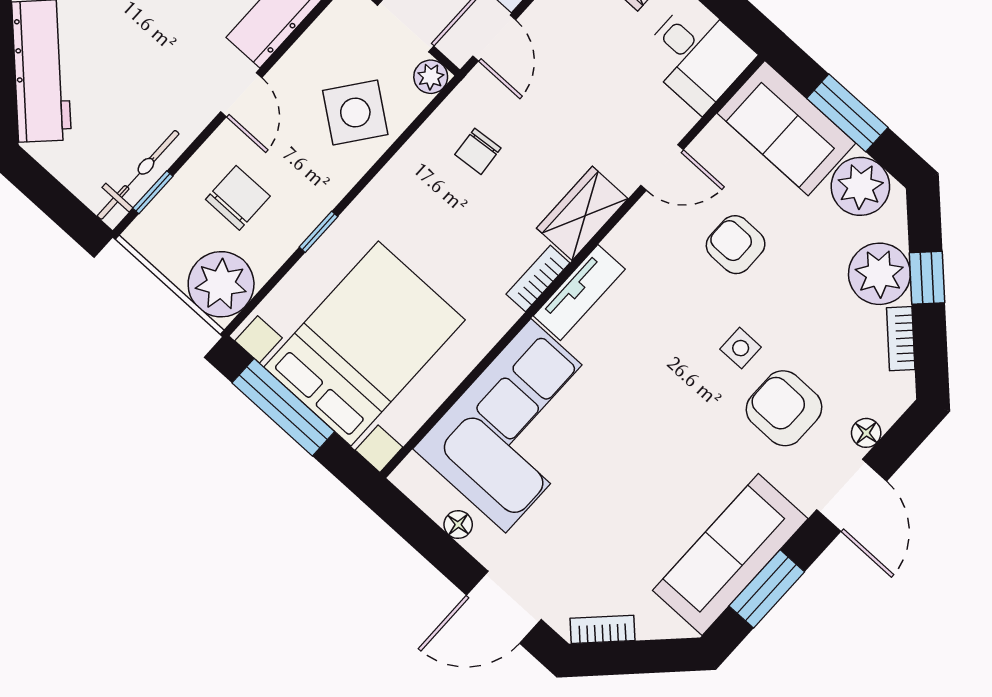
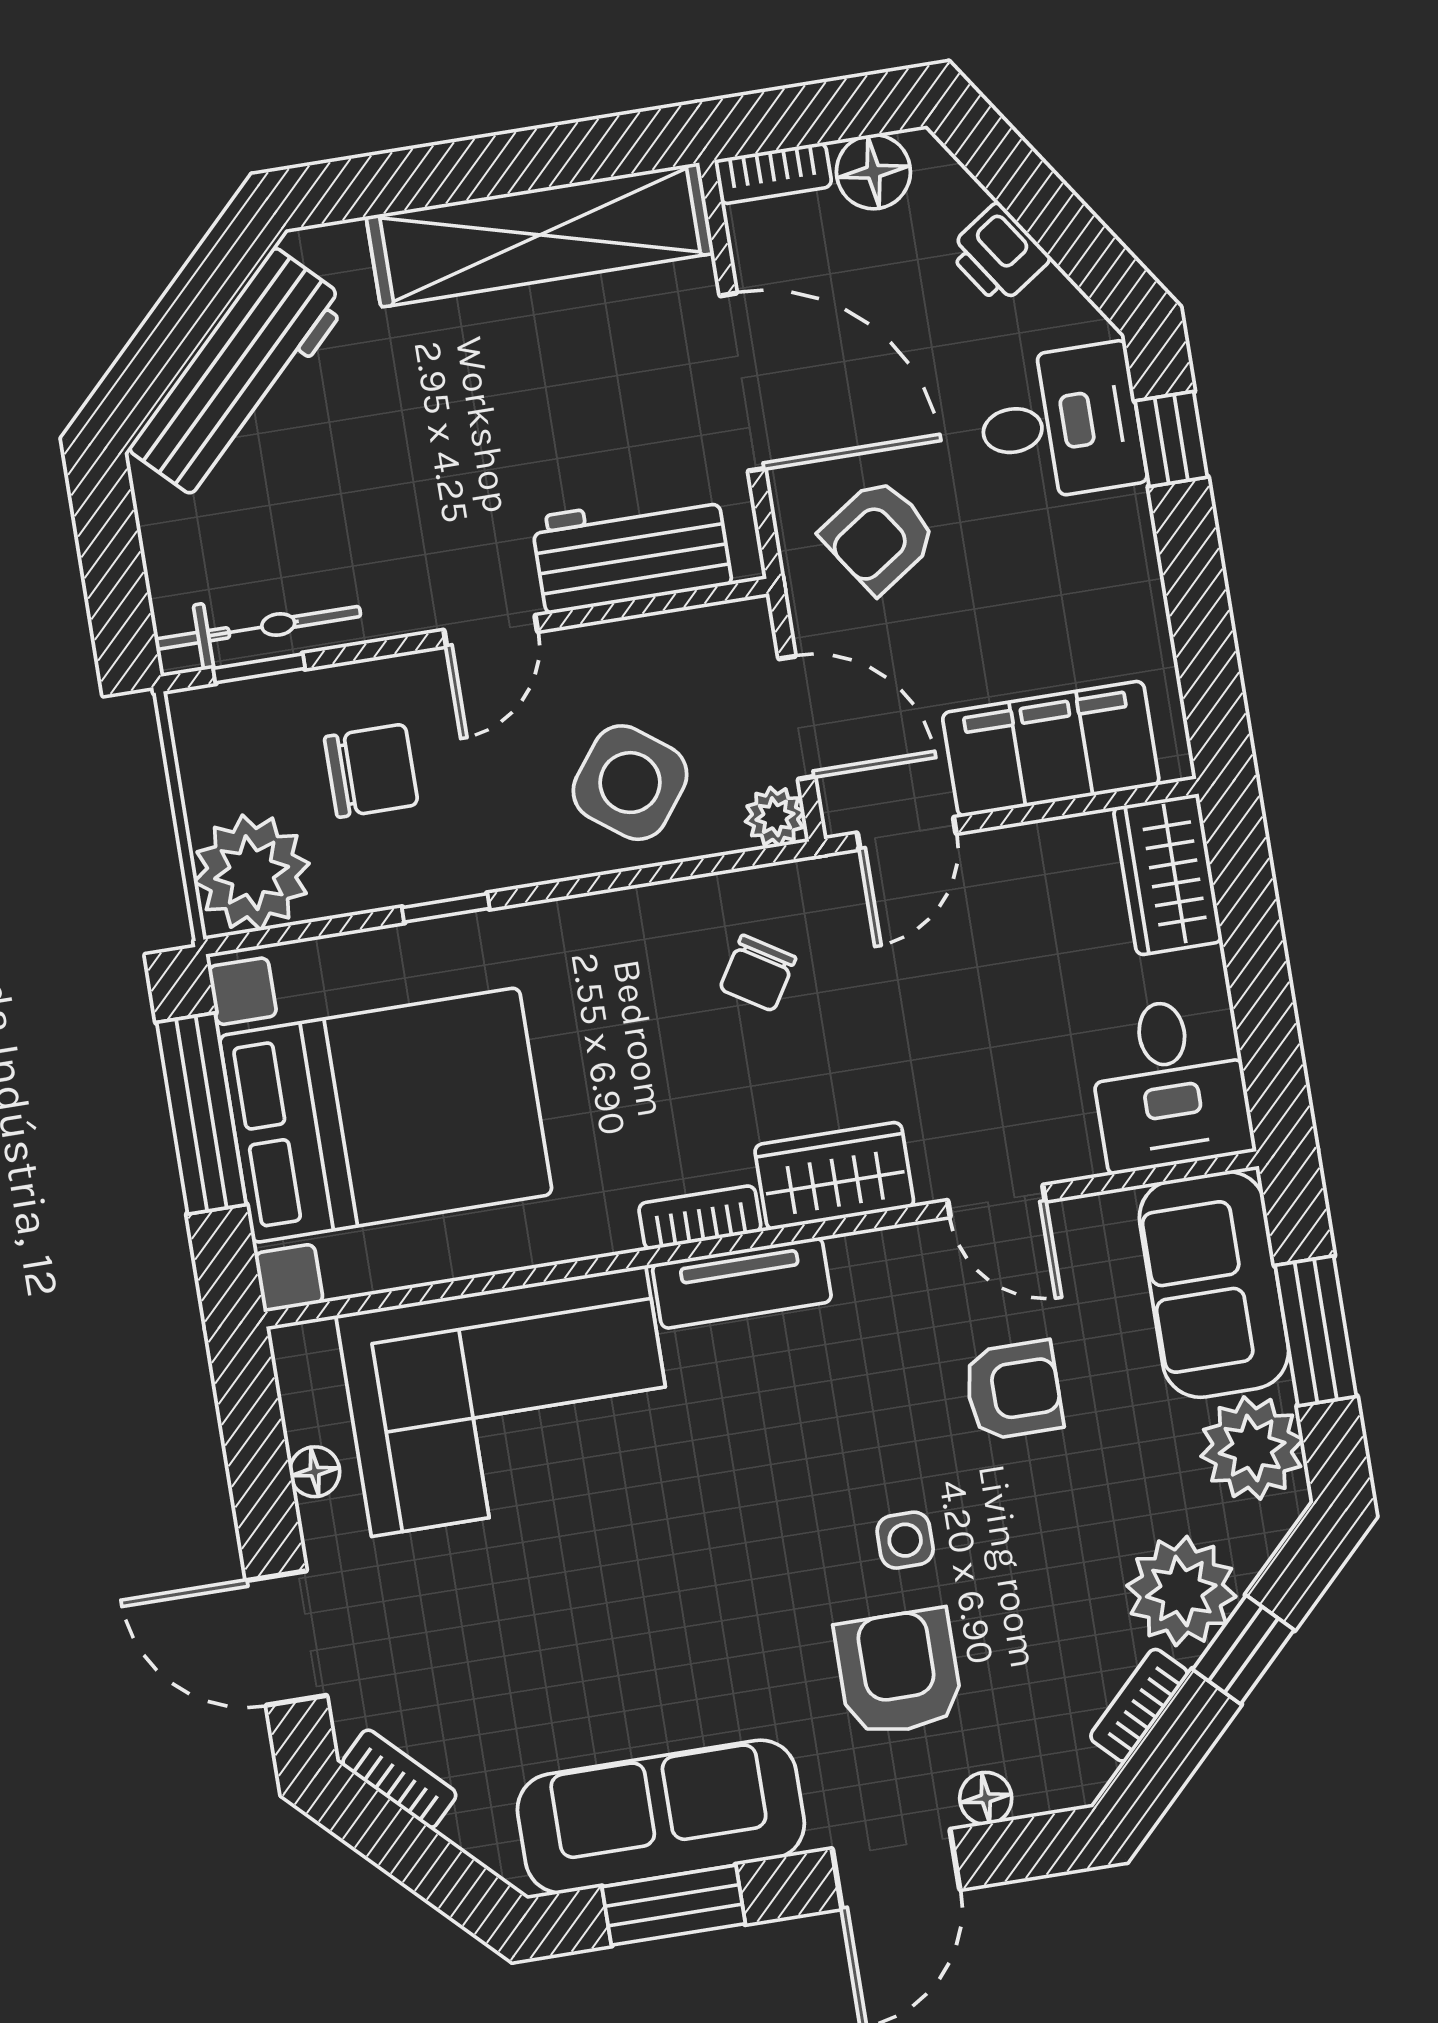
chair: (478, 151) -> (758, 973), turned -53
armchair: (736, 245) -> (1013, 1390), turned 90

